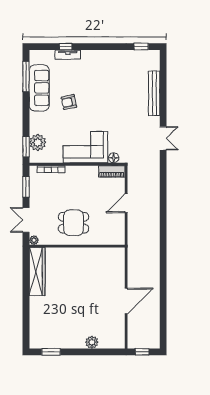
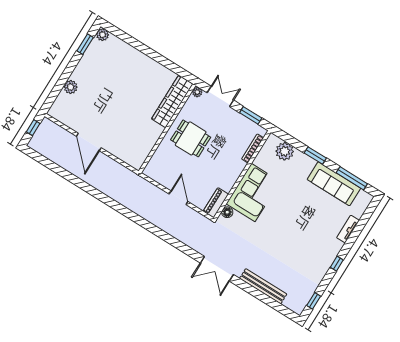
window: (66, 47) -> (337, 264), moved
armchair: (69, 102) -> (304, 203), removed
double door: (163, 138) -> (217, 269), width x1.37
window: (26, 147) -> (315, 156), moved
dining table: (74, 223) -> (191, 138), turned 90
wardrobe: (37, 272) -> (172, 101), moved, turned 90
plant: (35, 343) -> (103, 35), added

